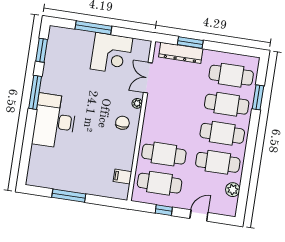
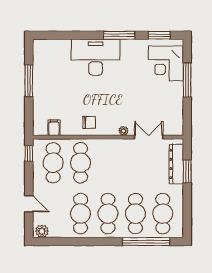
corner desk: (111, 54) -> (166, 63), moved
window: (258, 97) -> (146, 241), width x2.11
chair: (122, 123) -> (89, 122), moved
plant: (233, 190) -> (42, 231), moved
window: (164, 210) -> (29, 153), moved

